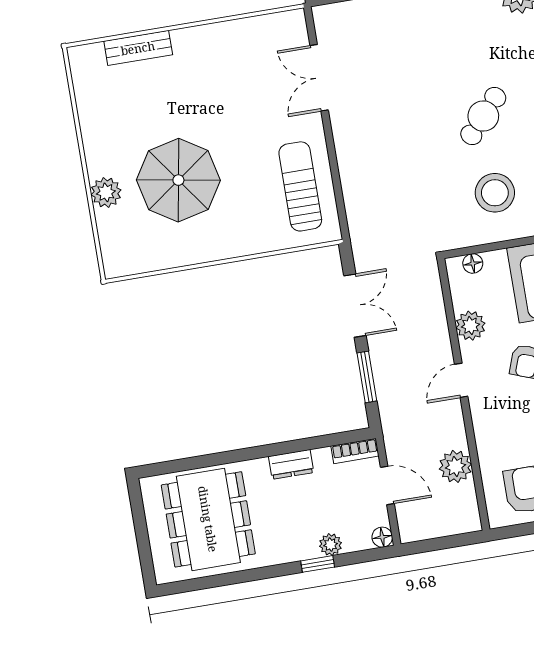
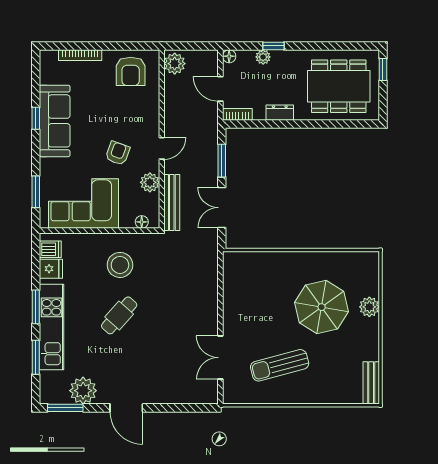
bench: (138, 48) -> (371, 383), moved, turned 90
double door: (319, 78) -> (220, 358), swing flipped
sun lounger: (300, 186) -> (280, 365), moved, turned 75
bench: (432, 301) -> (172, 202), added
plant: (455, 466) -> (175, 64), moved
dining table: (208, 519) -> (339, 86), turned 90
window: (145, 556) -> (383, 70), added

